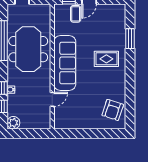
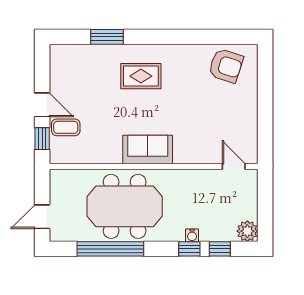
rug: (106, 59) -> (141, 76), turned 90
sofa: (65, 63) -> (148, 149), width x0.54, depth x0.79
door: (52, 99) -> (234, 166), moved

